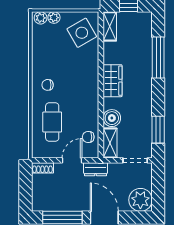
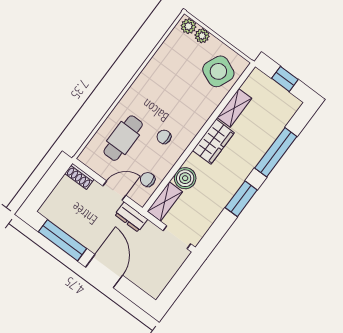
shelving: (110, 26) -> (234, 108), moved
side table: (82, 33) -> (218, 71), turned -37
chair: (48, 85) -> (164, 137), moved
window: (158, 130) -> (241, 199), moved
plant: (140, 200) -> (153, 280), removed

